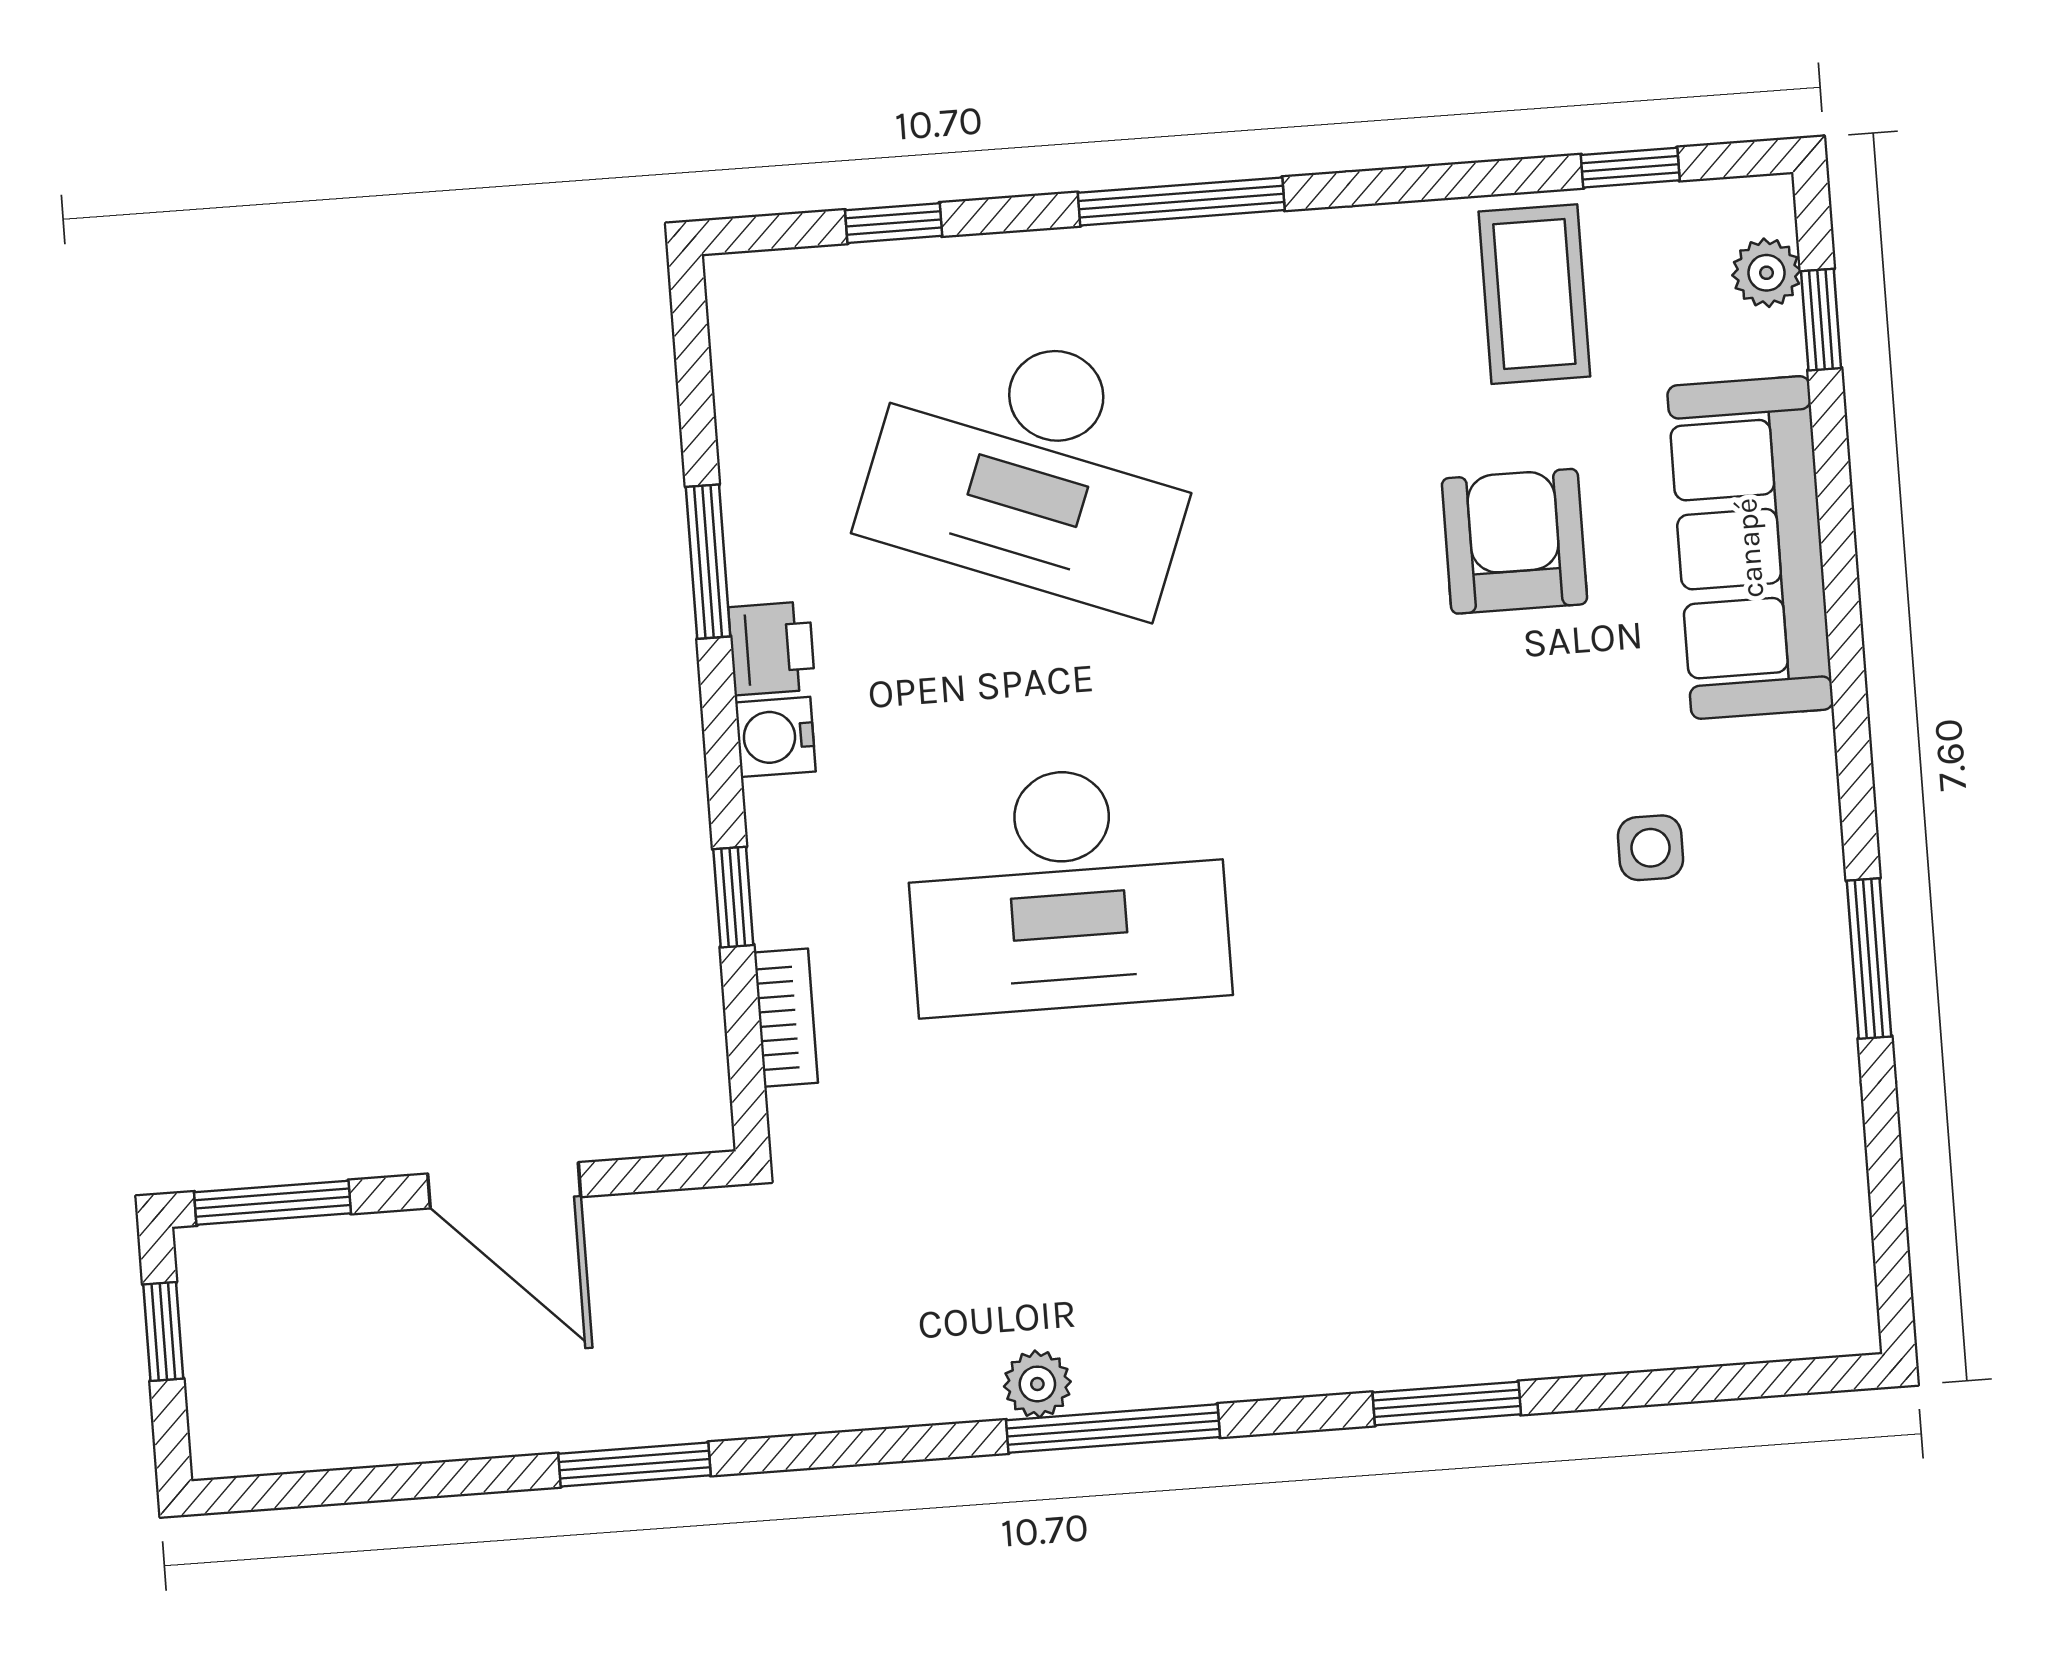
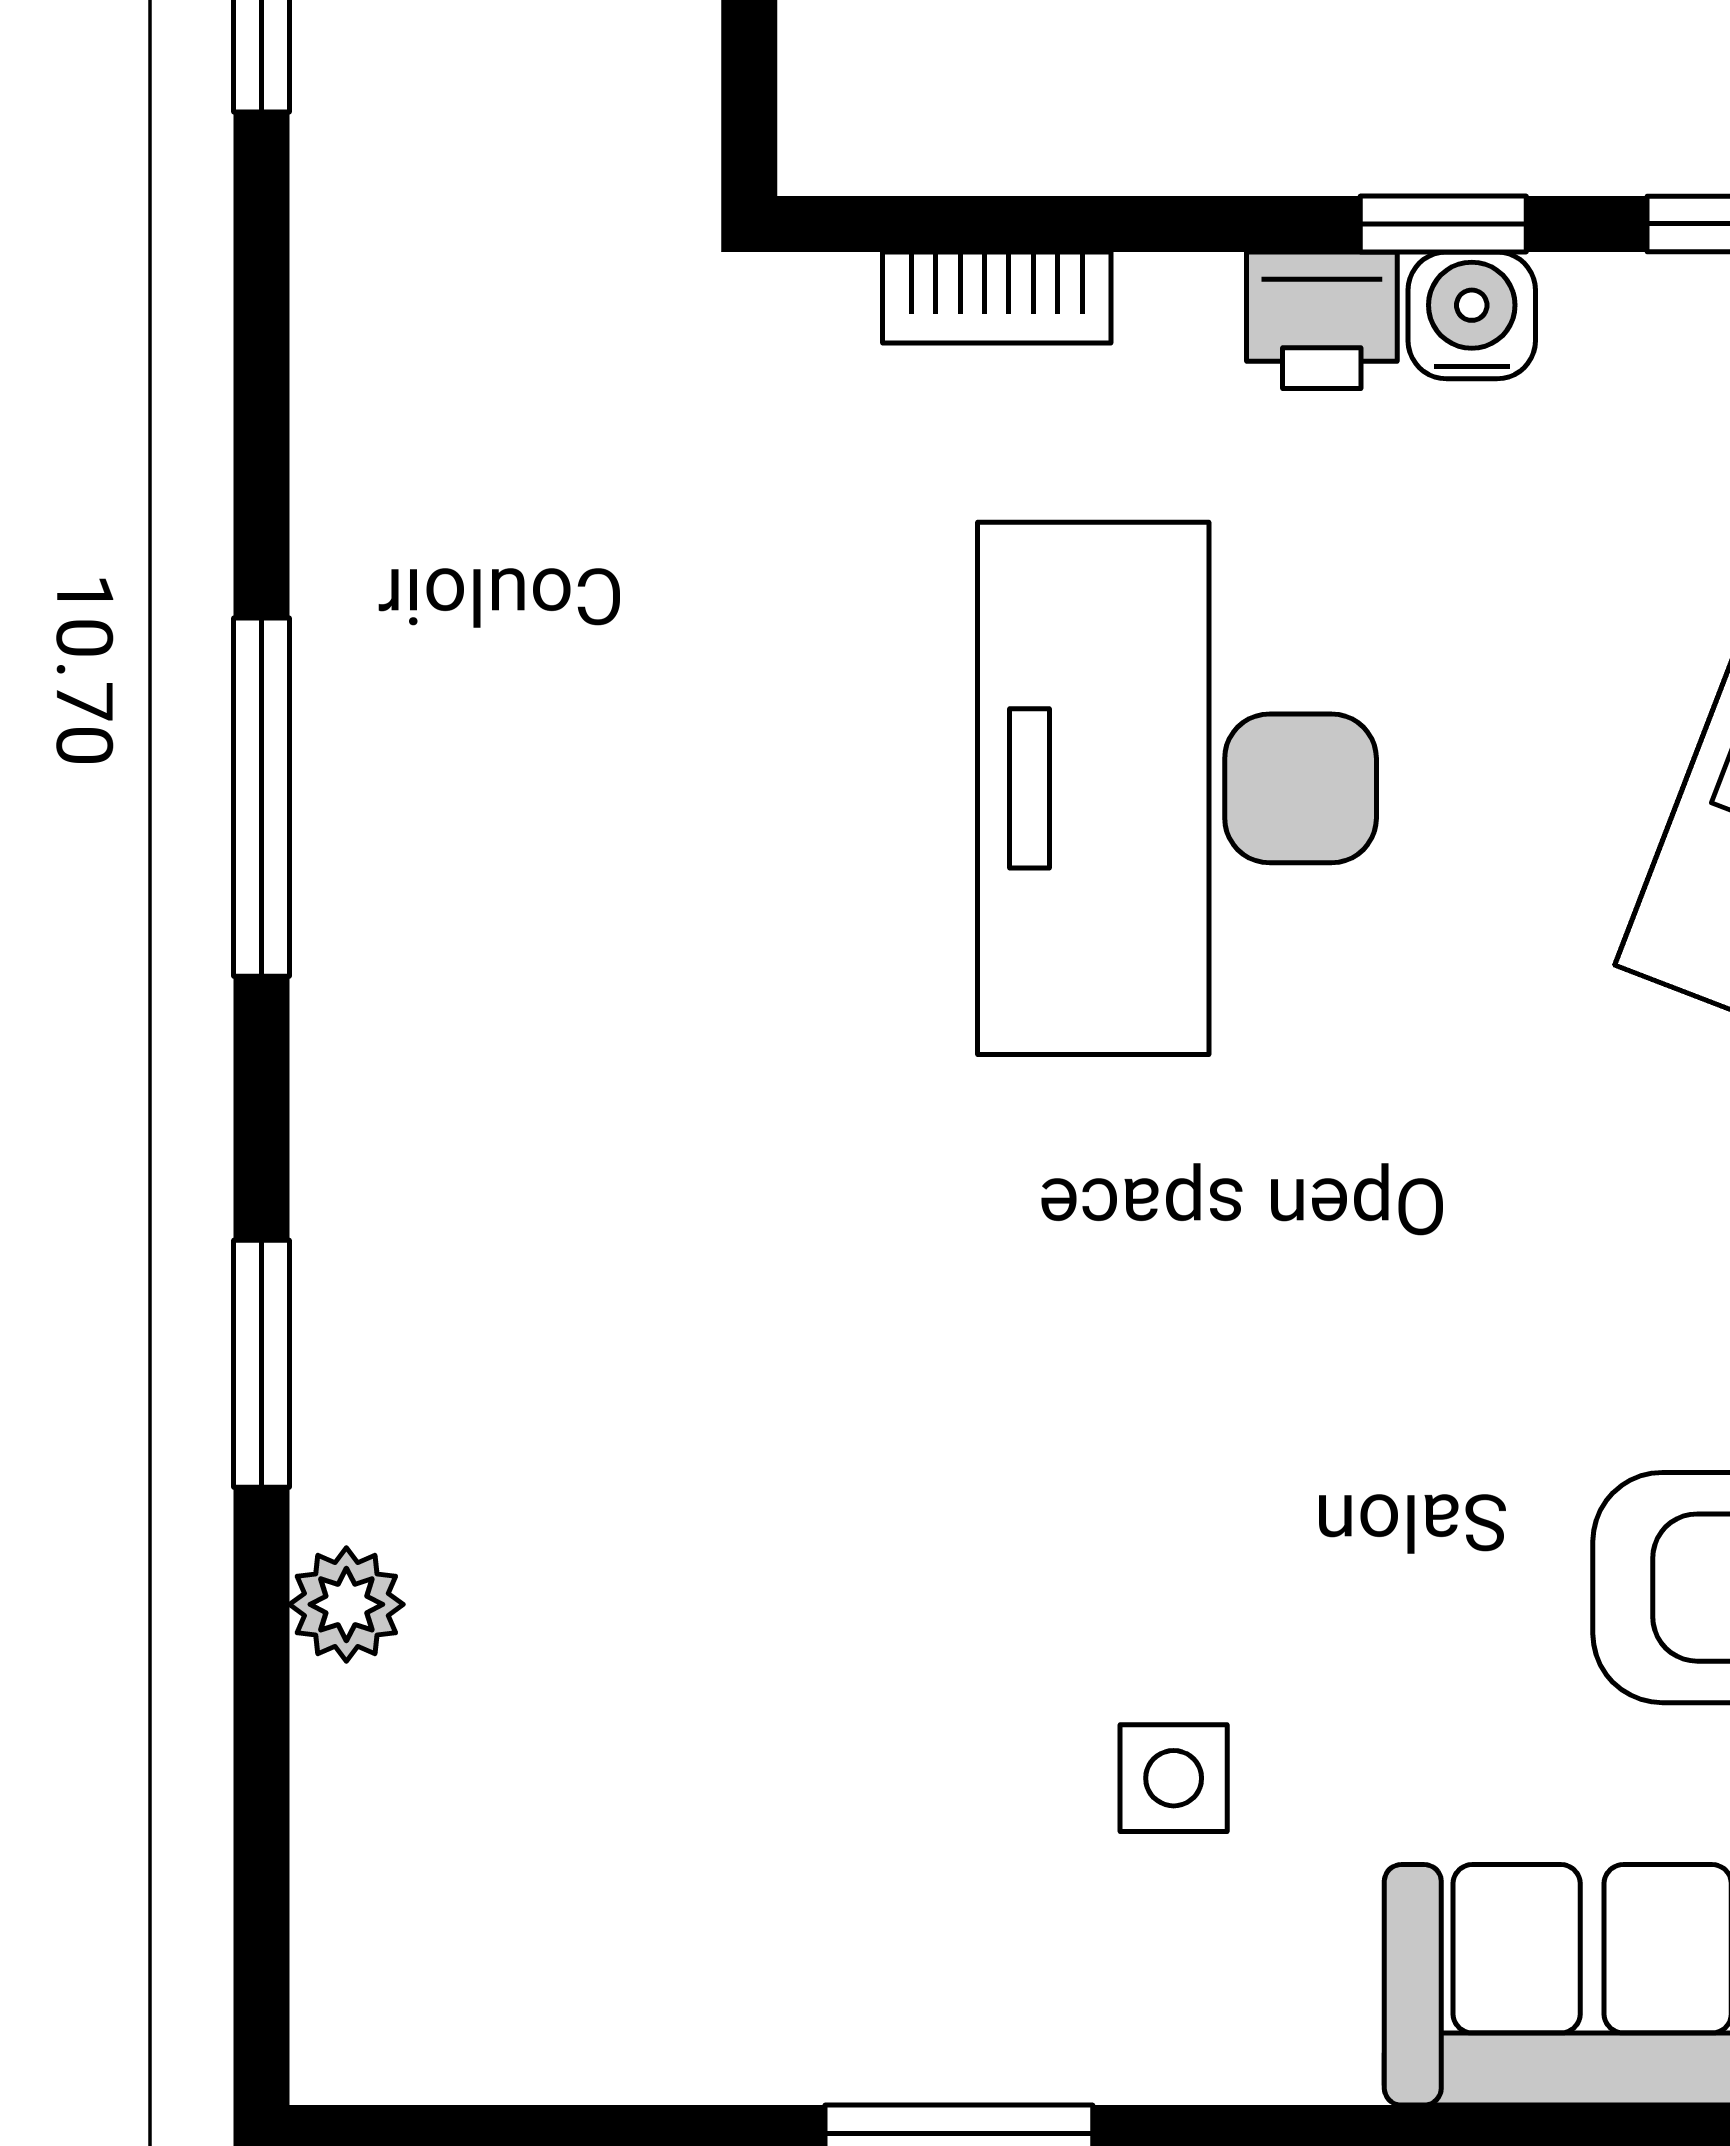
printer: (772, 648) -> (1322, 320), moved
window: (733, 897) -> (1443, 224), moved
plant: (1037, 1384) -> (346, 1604), moved

